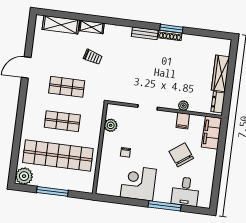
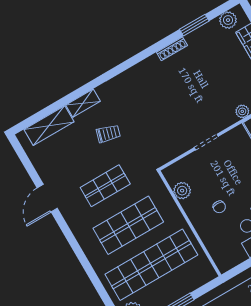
window: (171, 29) -> (194, 25), moved
bench: (145, 33) -> (144, 67), removed
plant: (217, 44) -> (228, 20), added
shop shelf: (62, 121) -> (128, 225), width x1.43, depth x1.36

